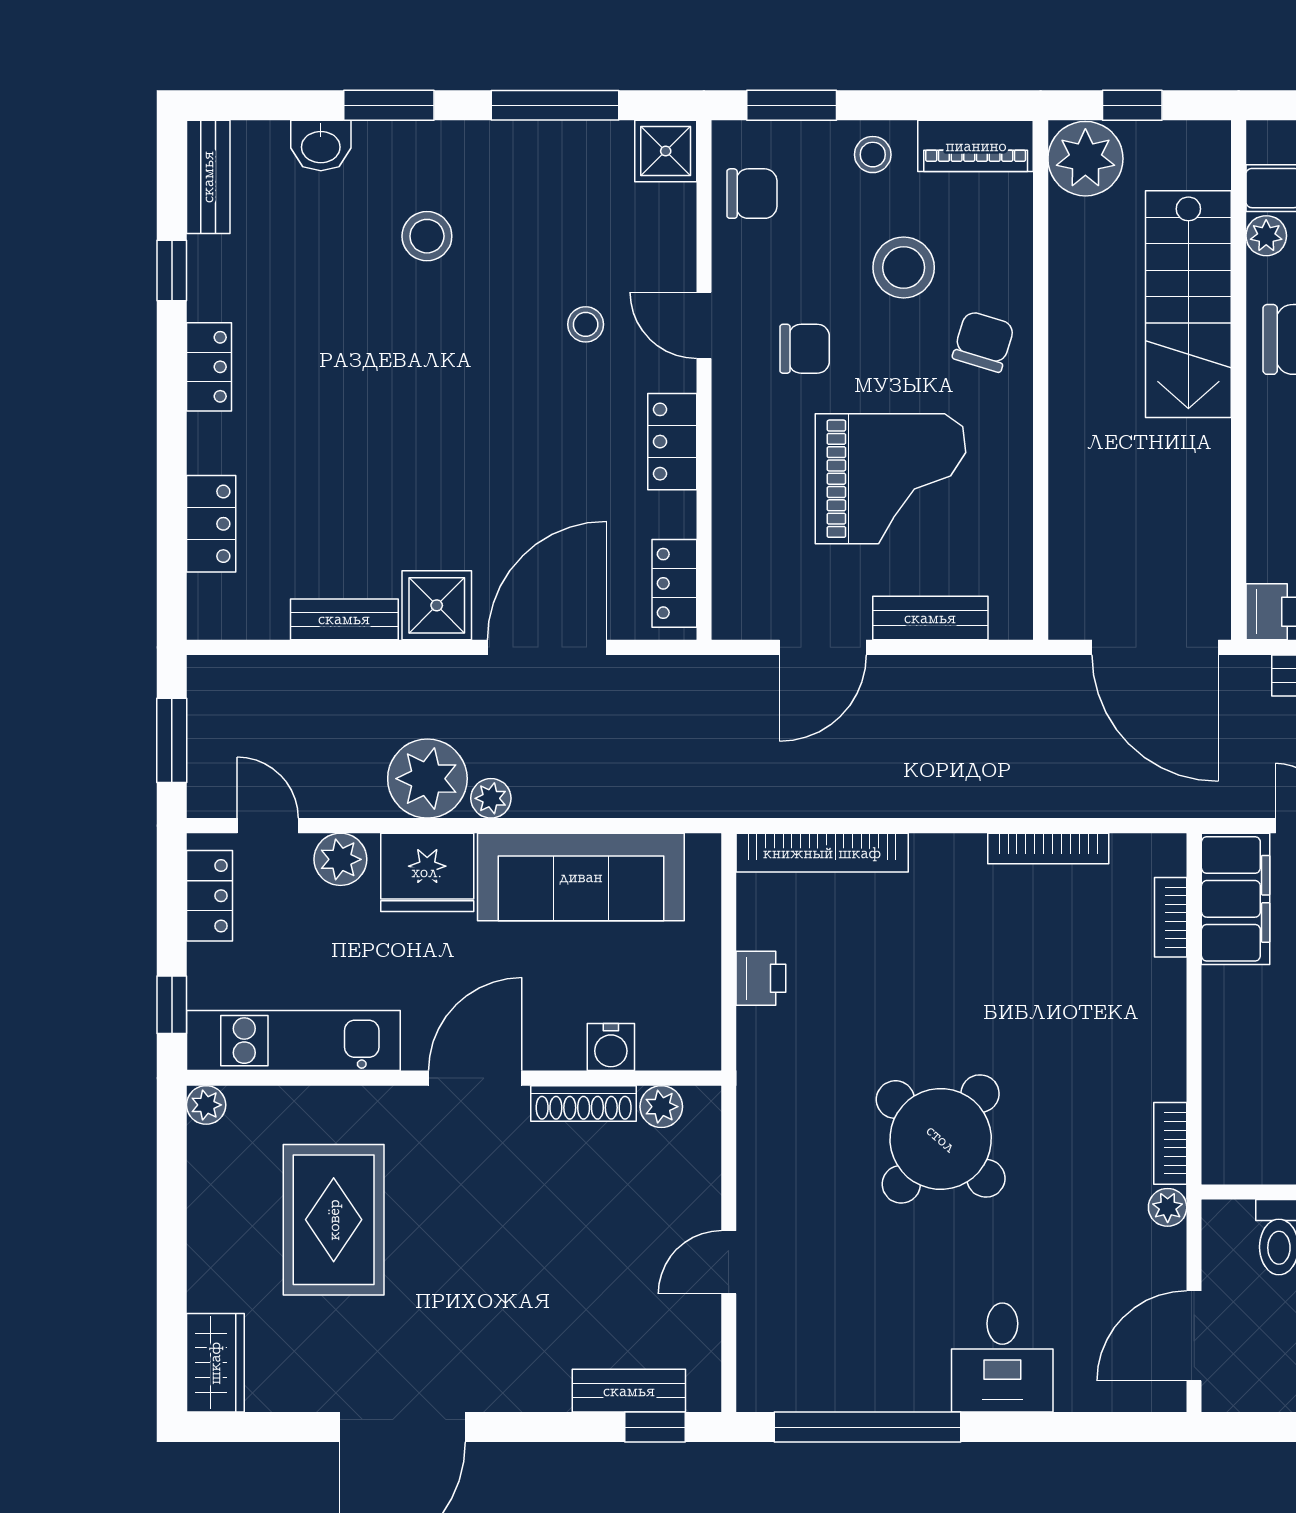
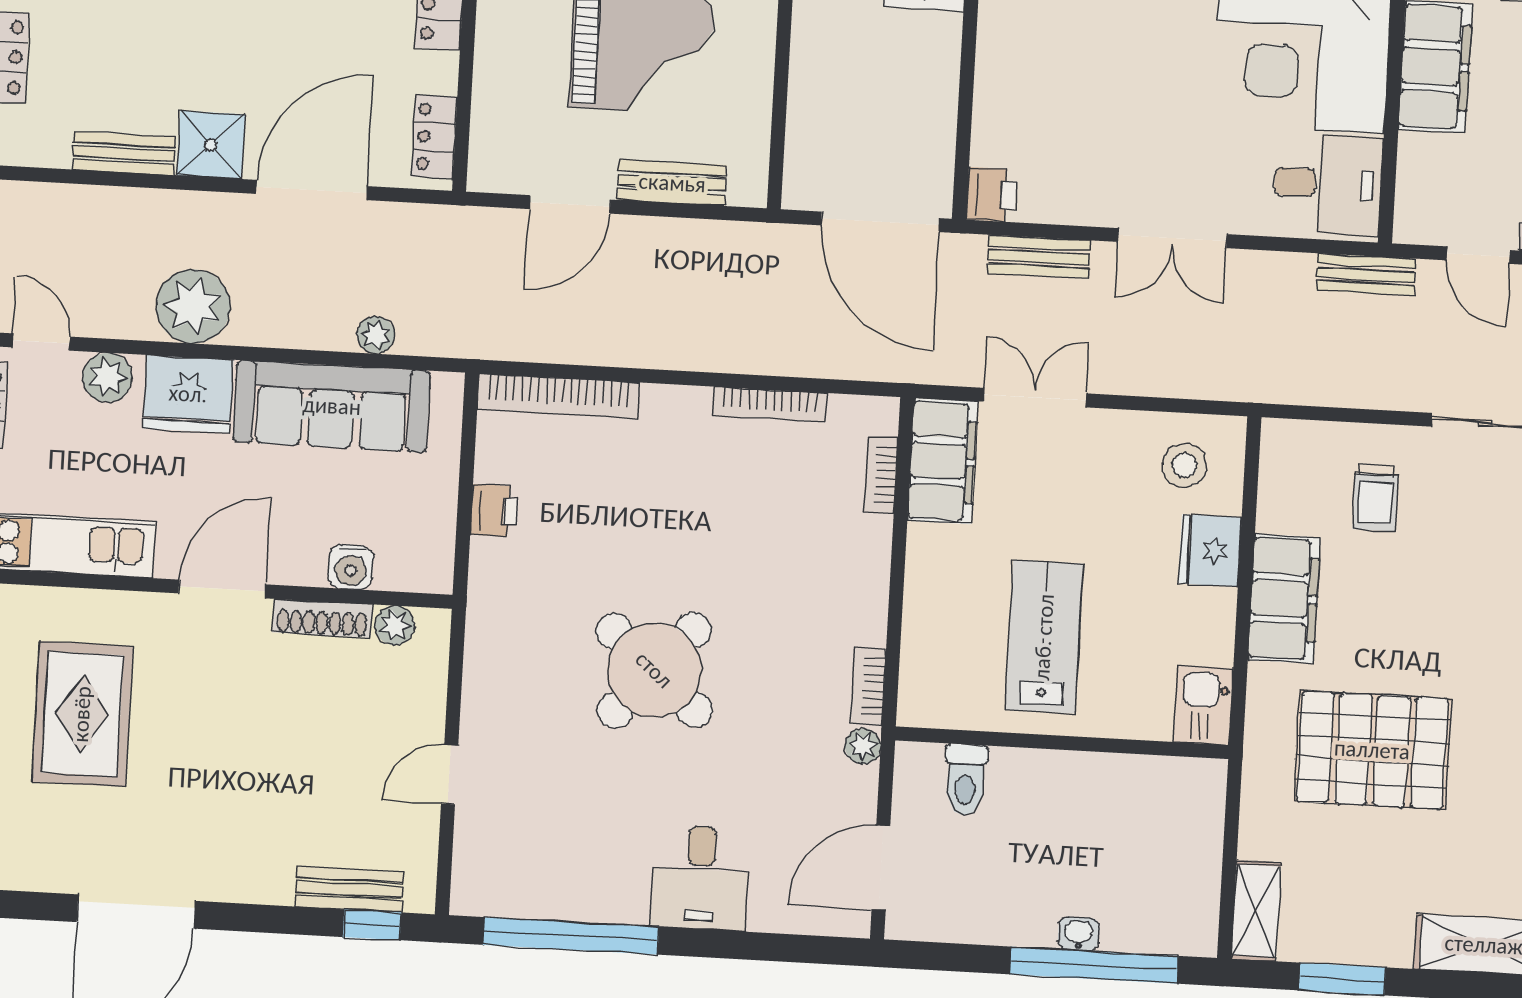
plant: (491, 798) -> (376, 335), moved

